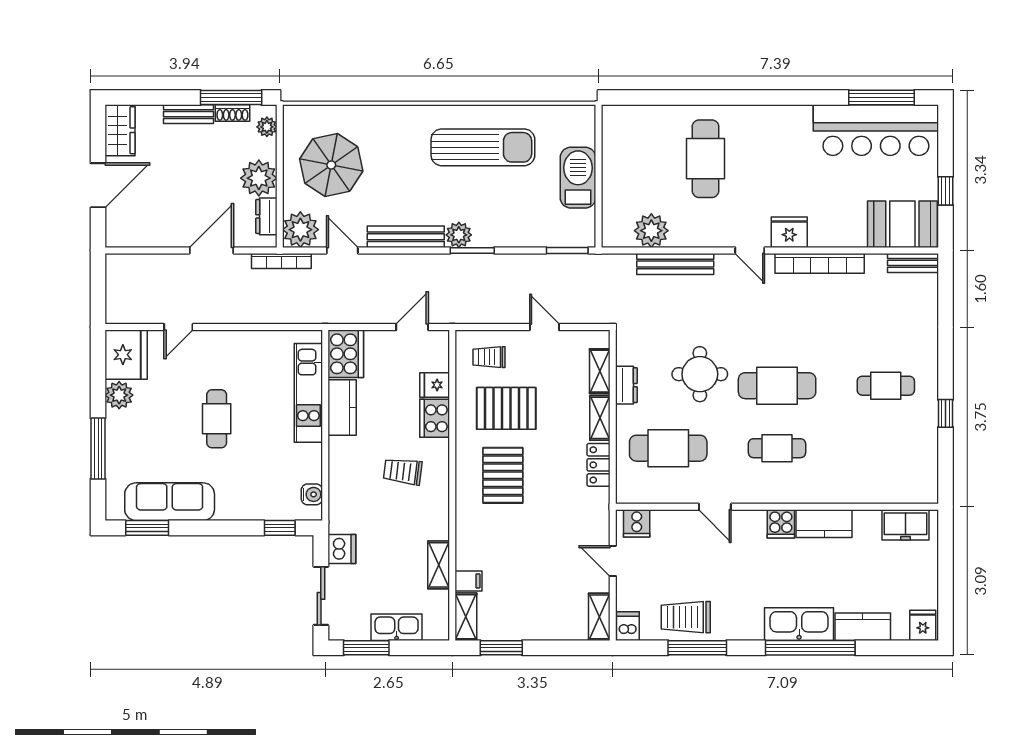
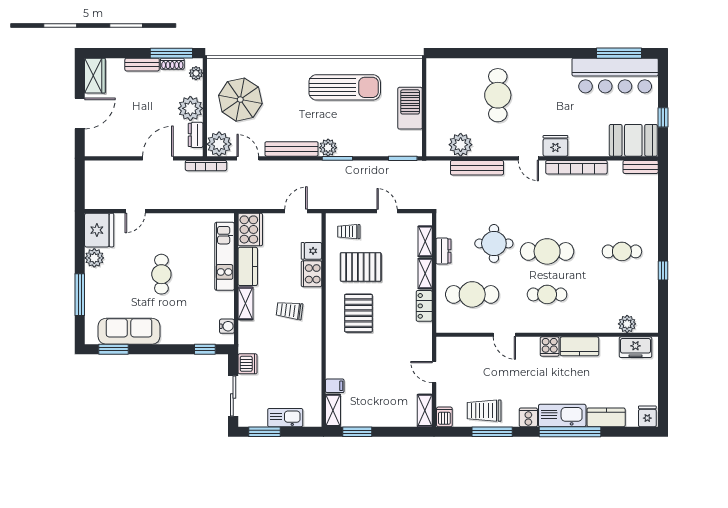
plant: (893, 491) -> (627, 324), added
cooker: (637, 523) -> (528, 417), moved, turned 180
shelving: (439, 565) -> (246, 303), moved

